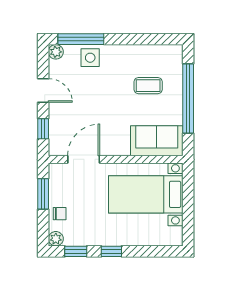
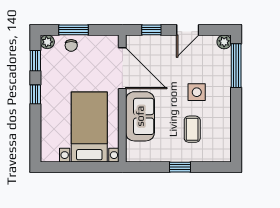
side table: (90, 58) -> (197, 92), moved
window: (188, 99) -> (180, 167), width x0.32
sofa: (157, 141) -> (140, 116), moved
door: (84, 159) -> (122, 68), width x1.36
window: (43, 194) -> (74, 30), moved

